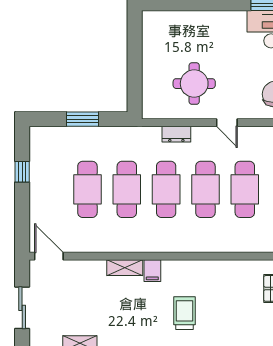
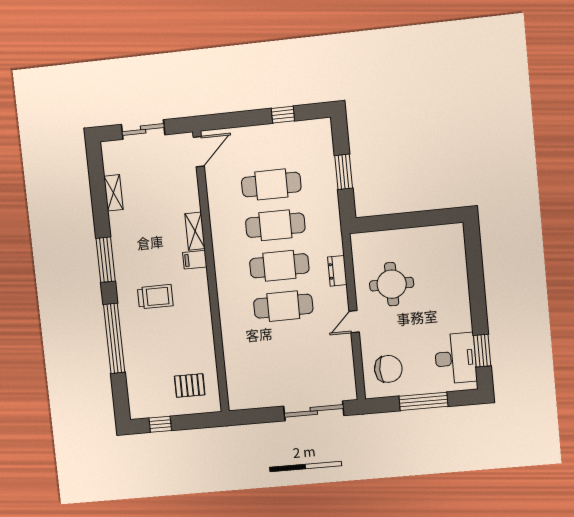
cafe table: (245, 189) -> (287, 346), removed

